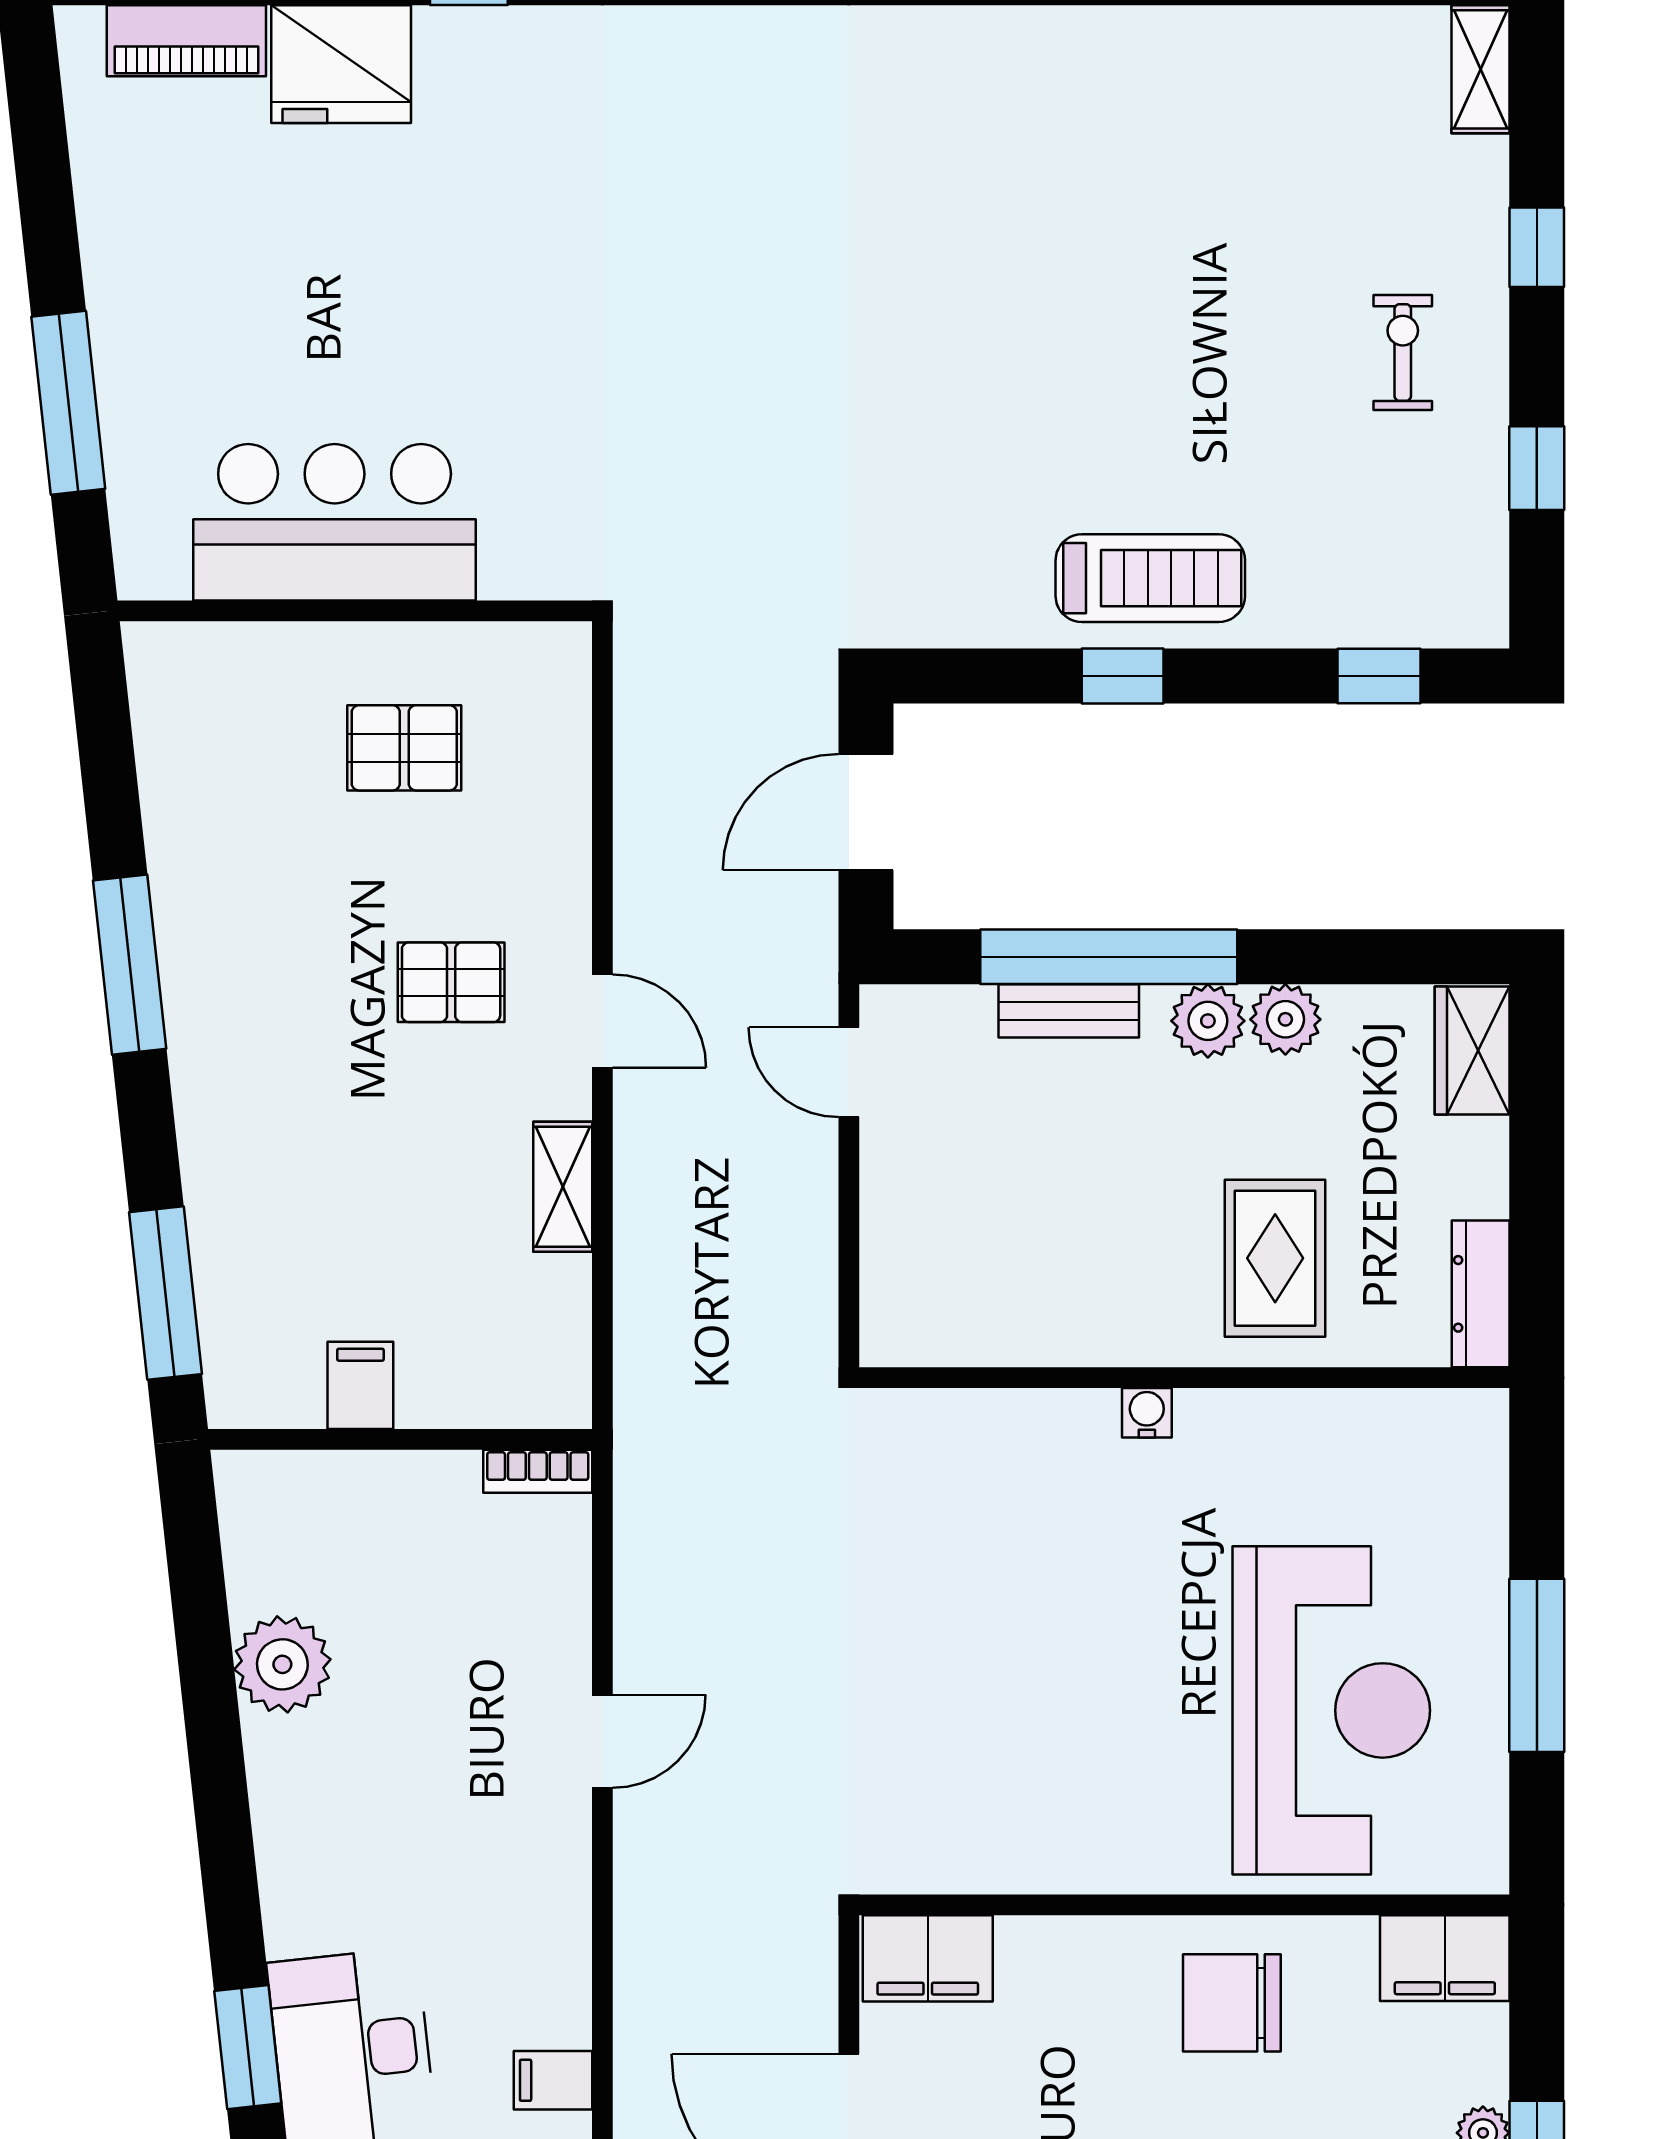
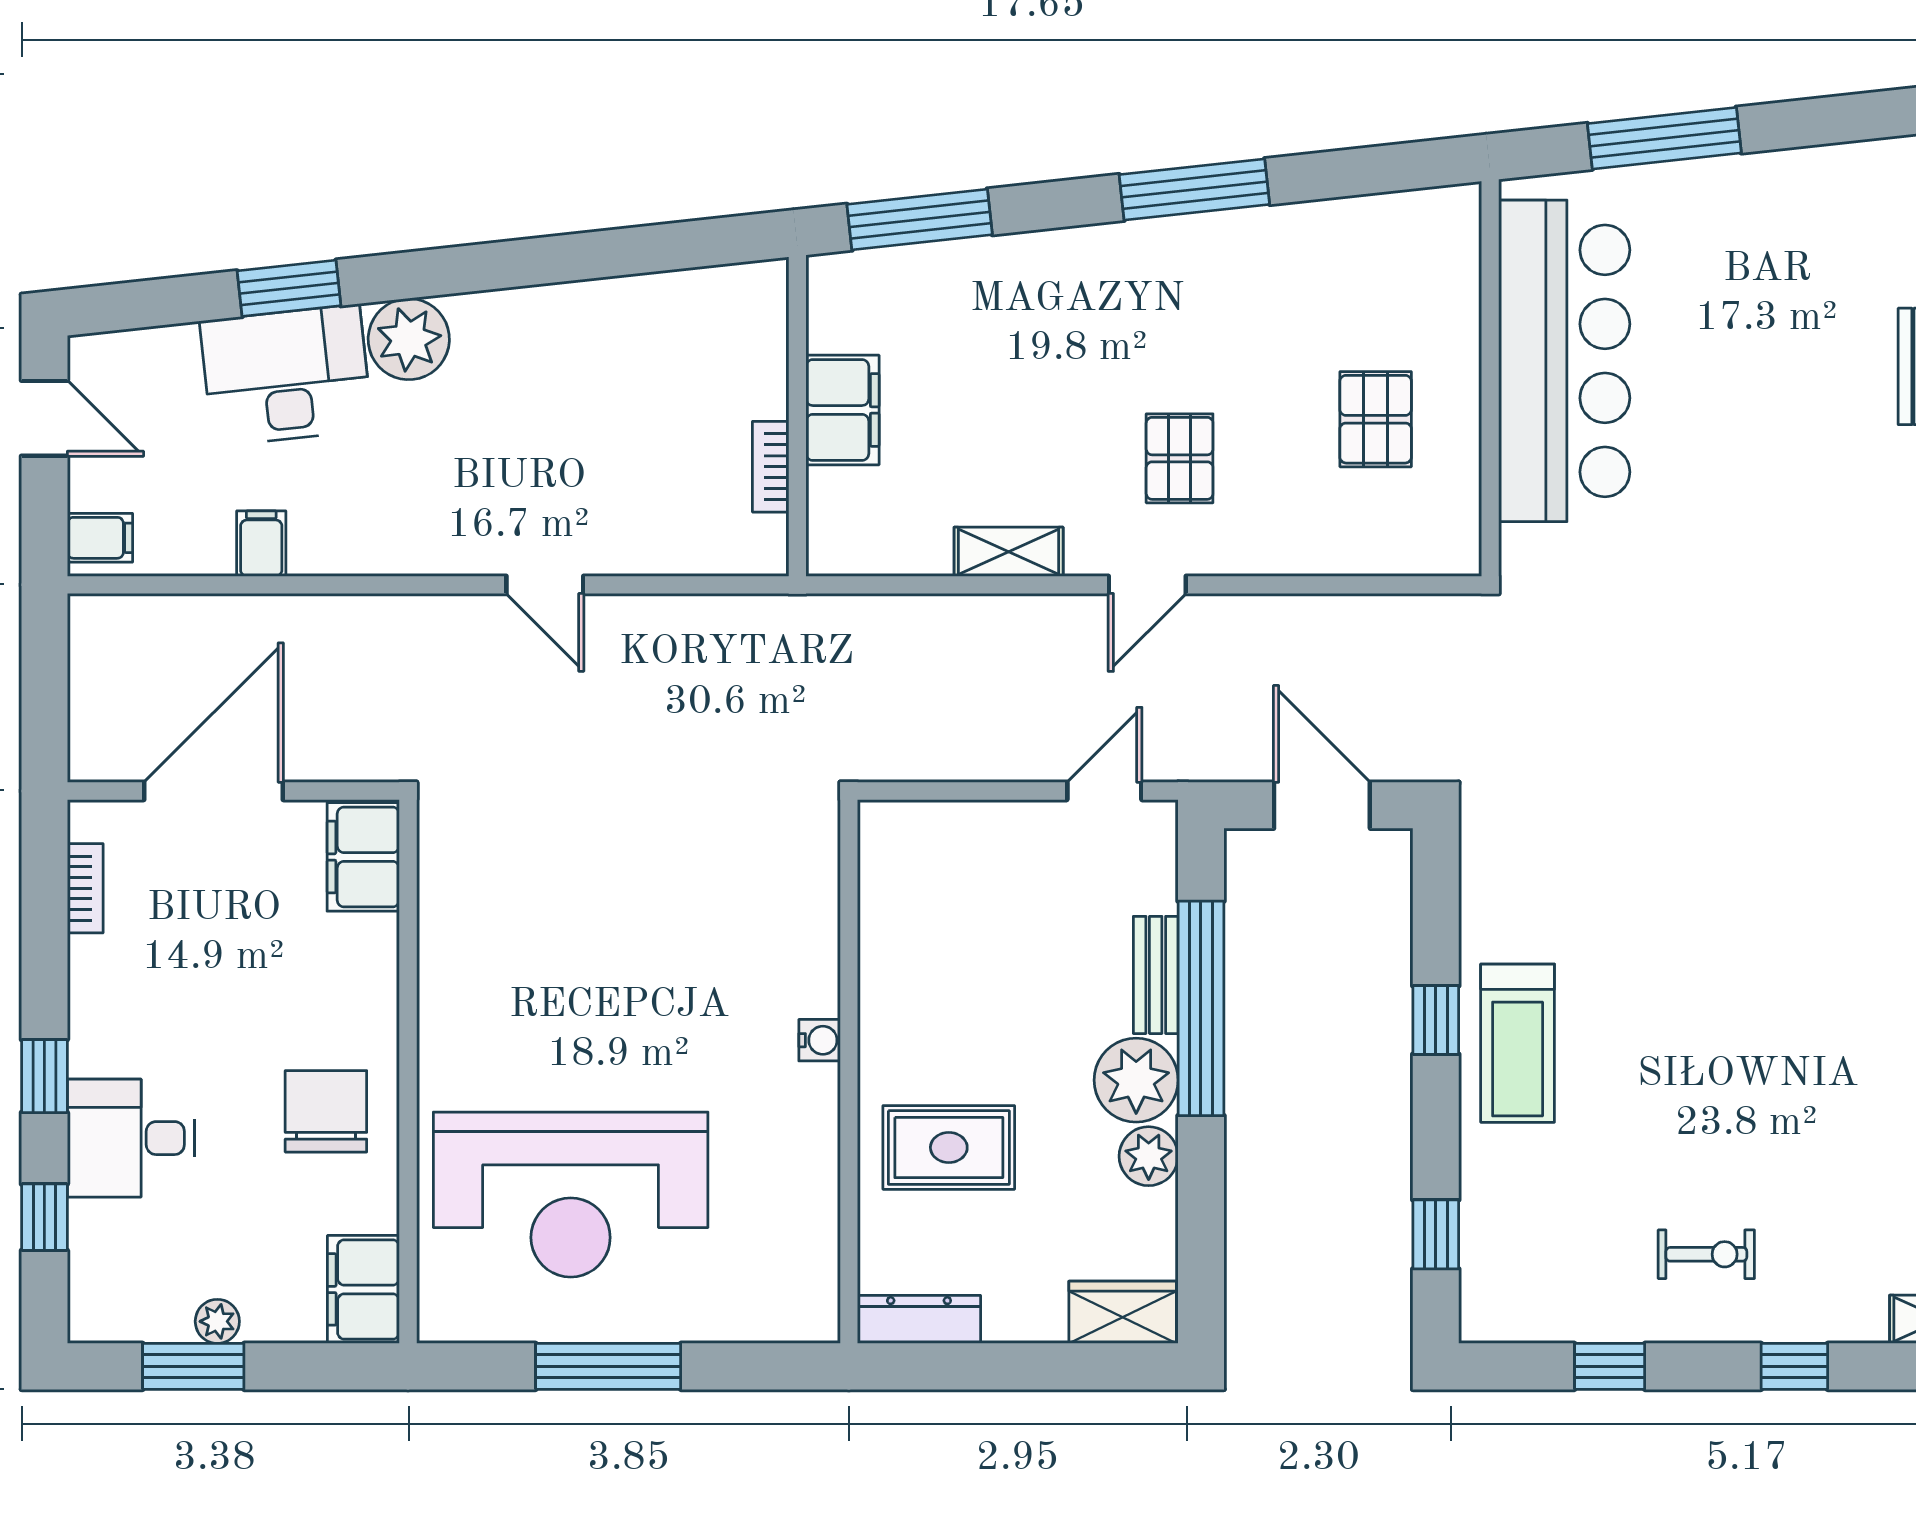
bar counter: (335, 522) -> (1564, 361), width x1.36
plant: (1208, 1021) -> (1136, 1080), width x1.36, depth x1.36
filing cabinet: (360, 1385) -> (842, 410), width x2.00
bookcase: (538, 1471) -> (771, 467), moved
plant: (282, 1664) -> (409, 339), moved

